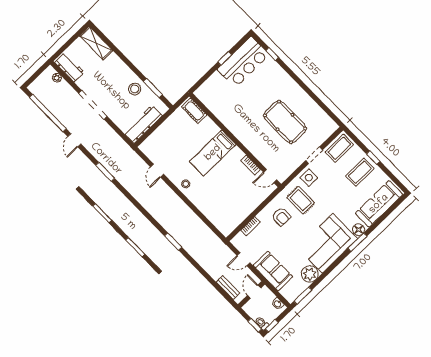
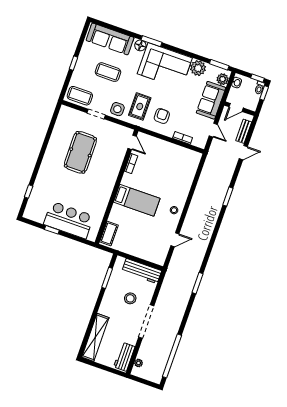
shelving: (96, 43) -> (95, 337), width x1.47
bar counter: (243, 62) -> (69, 220), moved
stool: (135, 89) -> (130, 298), moved
door: (74, 140) -> (243, 153), moved
coffee table: (360, 172) -> (108, 72), moved
plant: (287, 292) -> (223, 79), added

